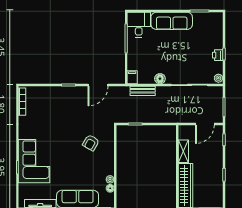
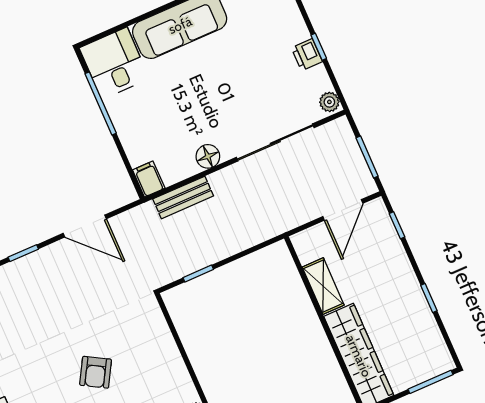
door: (98, 85) -> (85, 226), hinge flipped
armchair: (91, 143) -> (96, 372), moved

